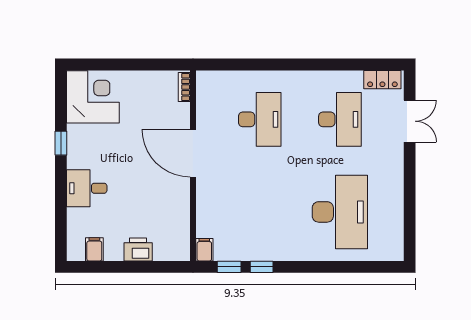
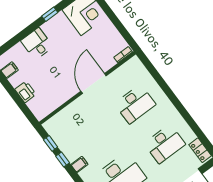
filing cabinet: (204, 250) -> (79, 164), moved

